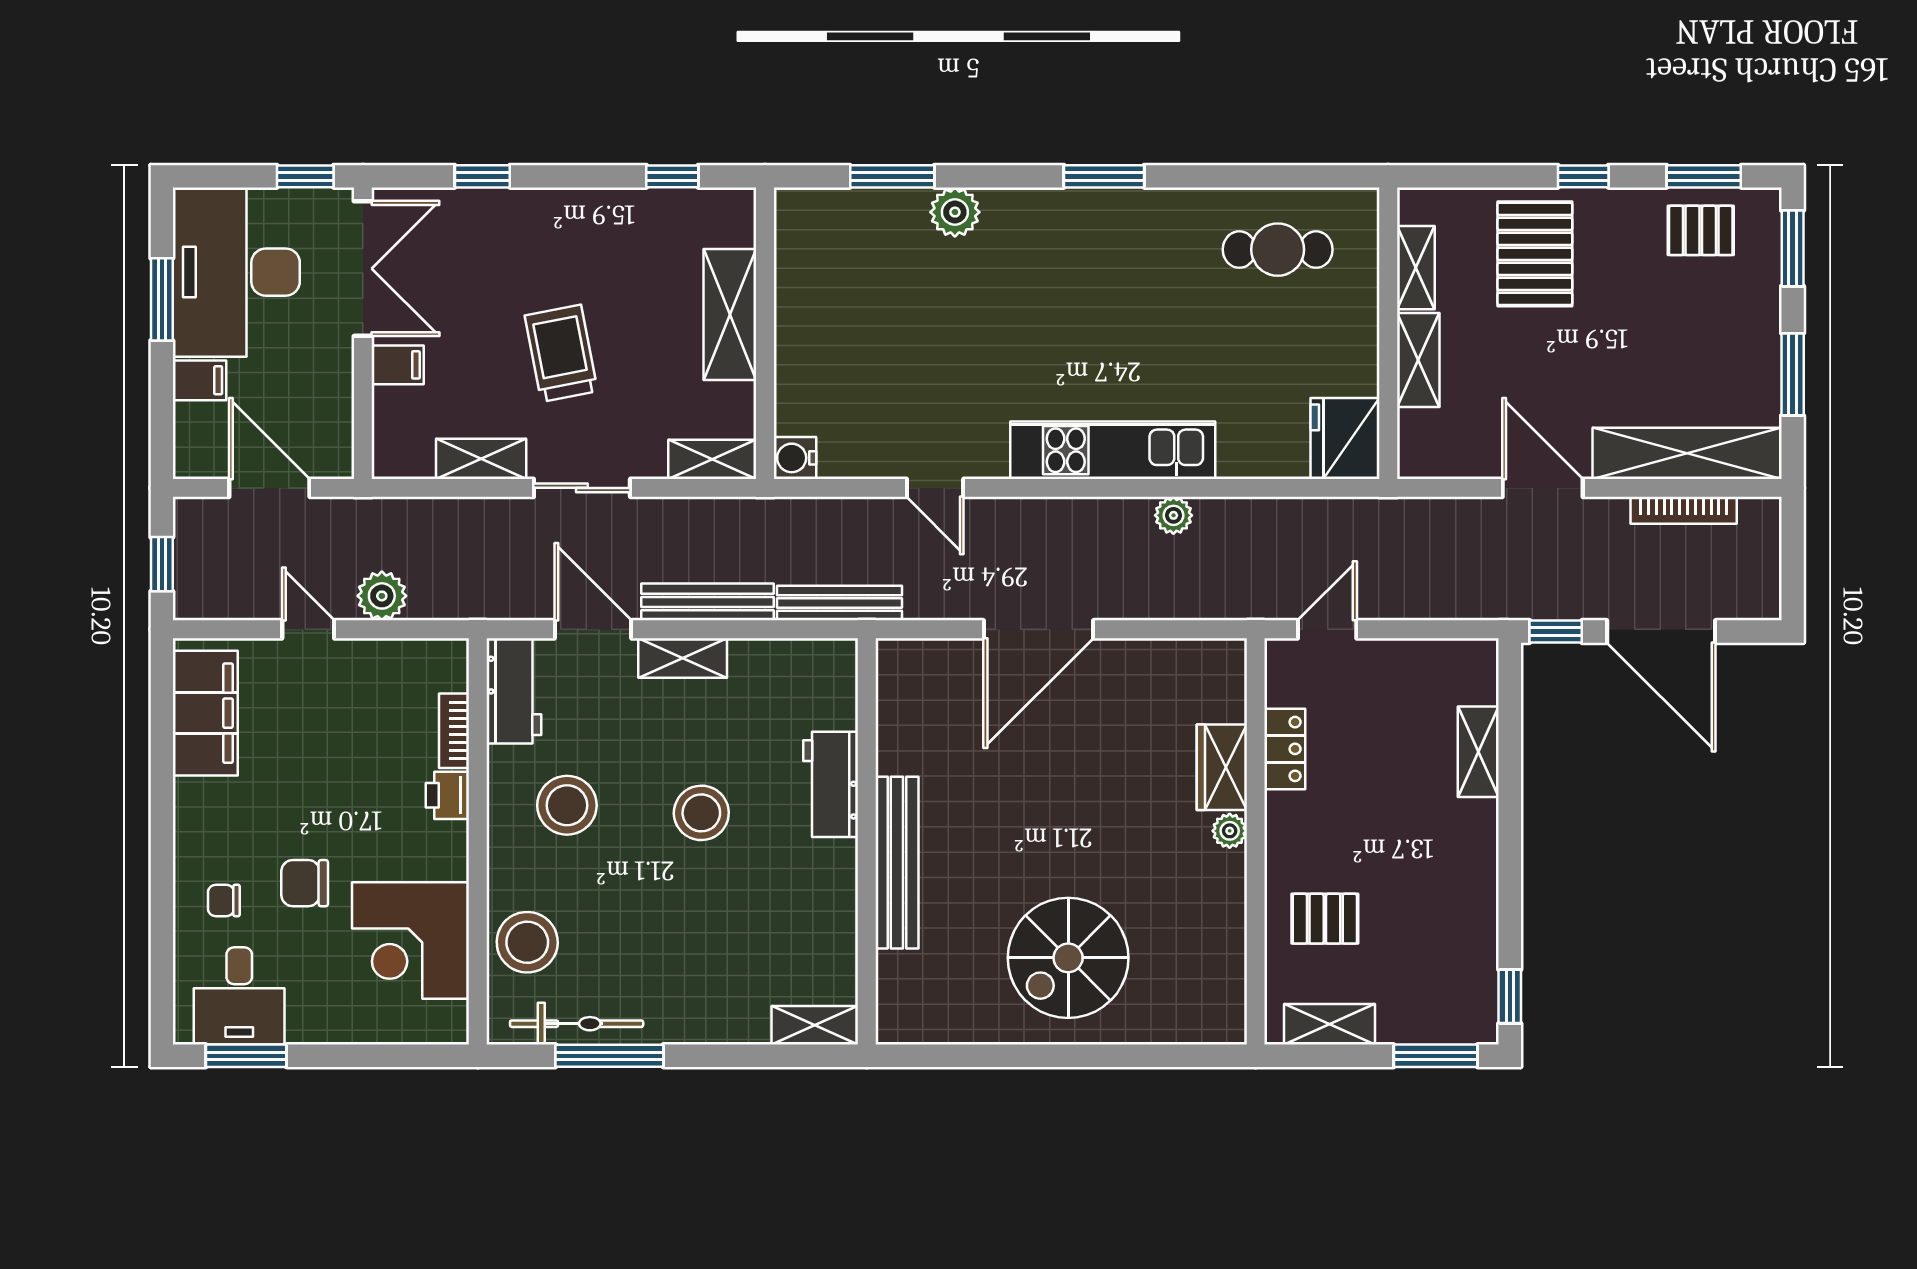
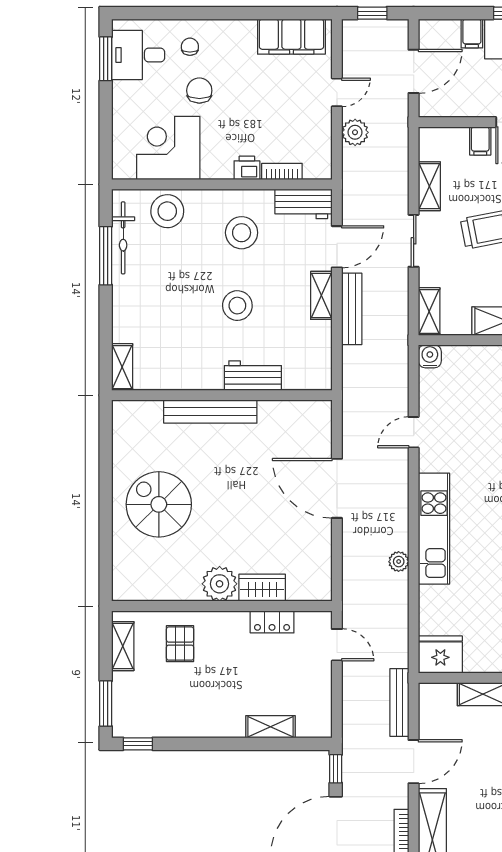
bench: (840, 603) -> (399, 703), moved
plant: (1230, 831) -> (220, 584), width x1.88, depth x1.88

